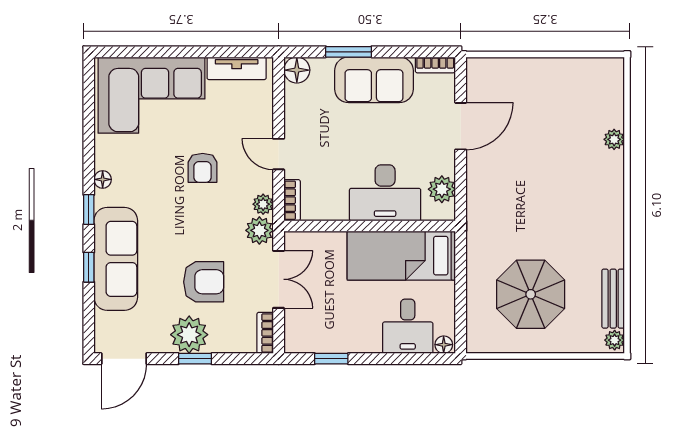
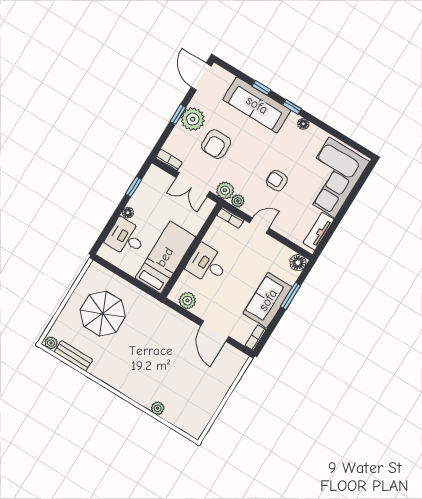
desk: (385, 193) -> (207, 264), width x0.73
floor lamp: (444, 345) -> (128, 213), moved

